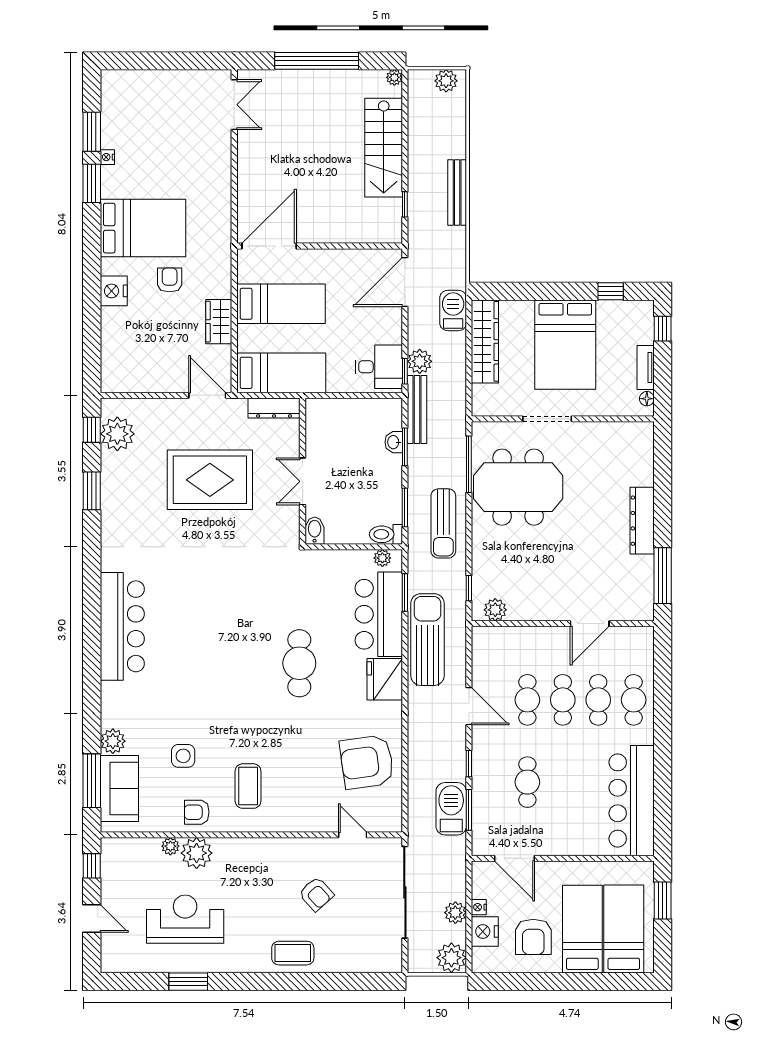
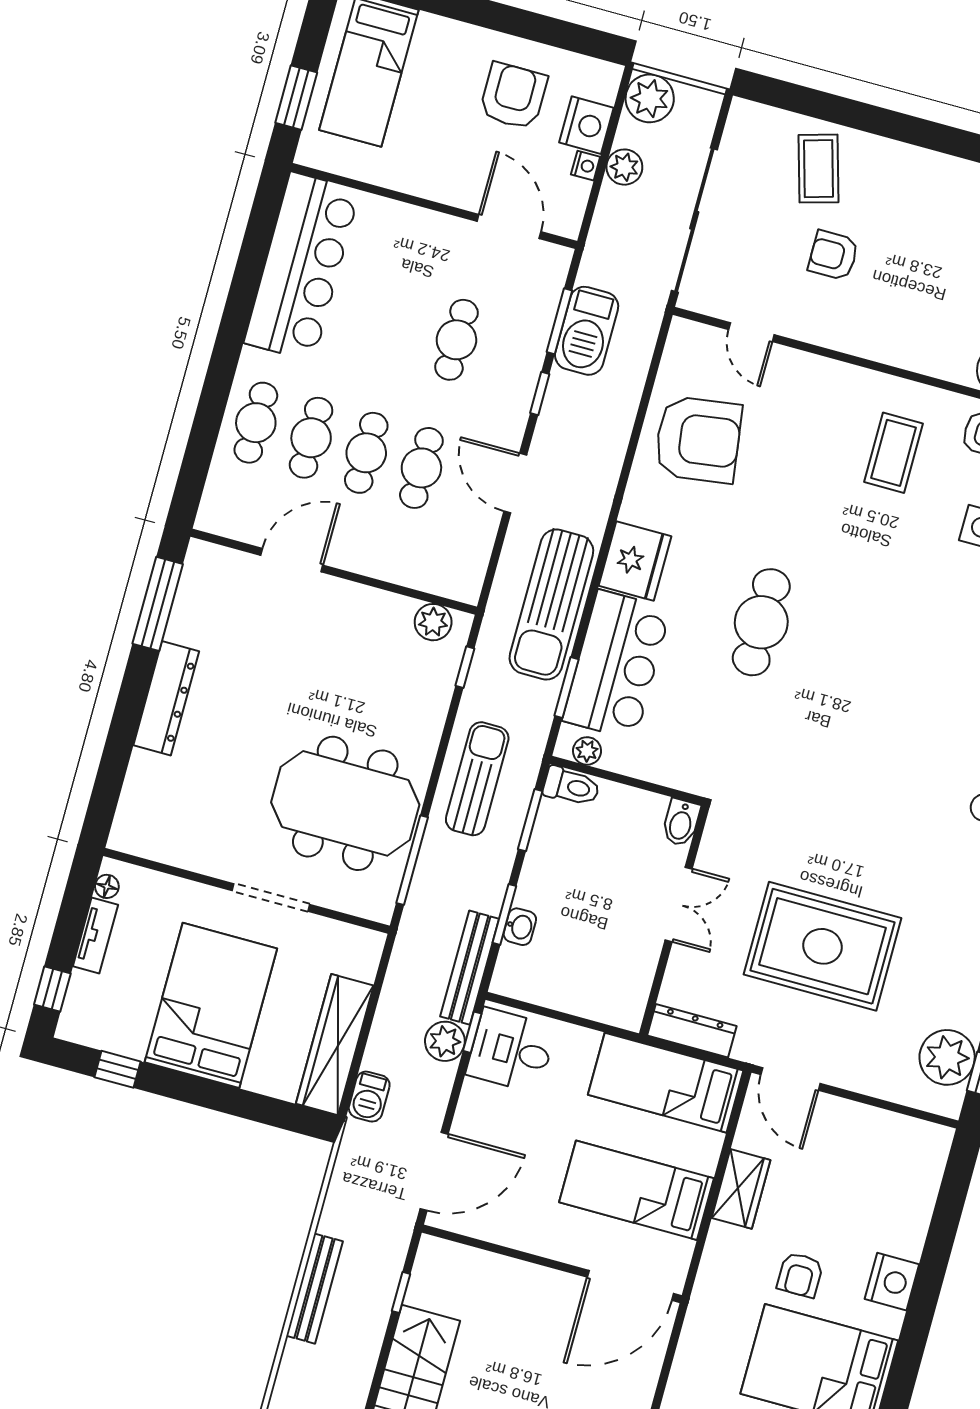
barbecue: (453, 311) -> (369, 1097), width x0.73, depth x0.79
armchair: (316, 894) -> (833, 255), turned -48
bed: (582, 929) -> (433, 87), removed
coffee table: (293, 953) -> (818, 169), moved, turned 74

